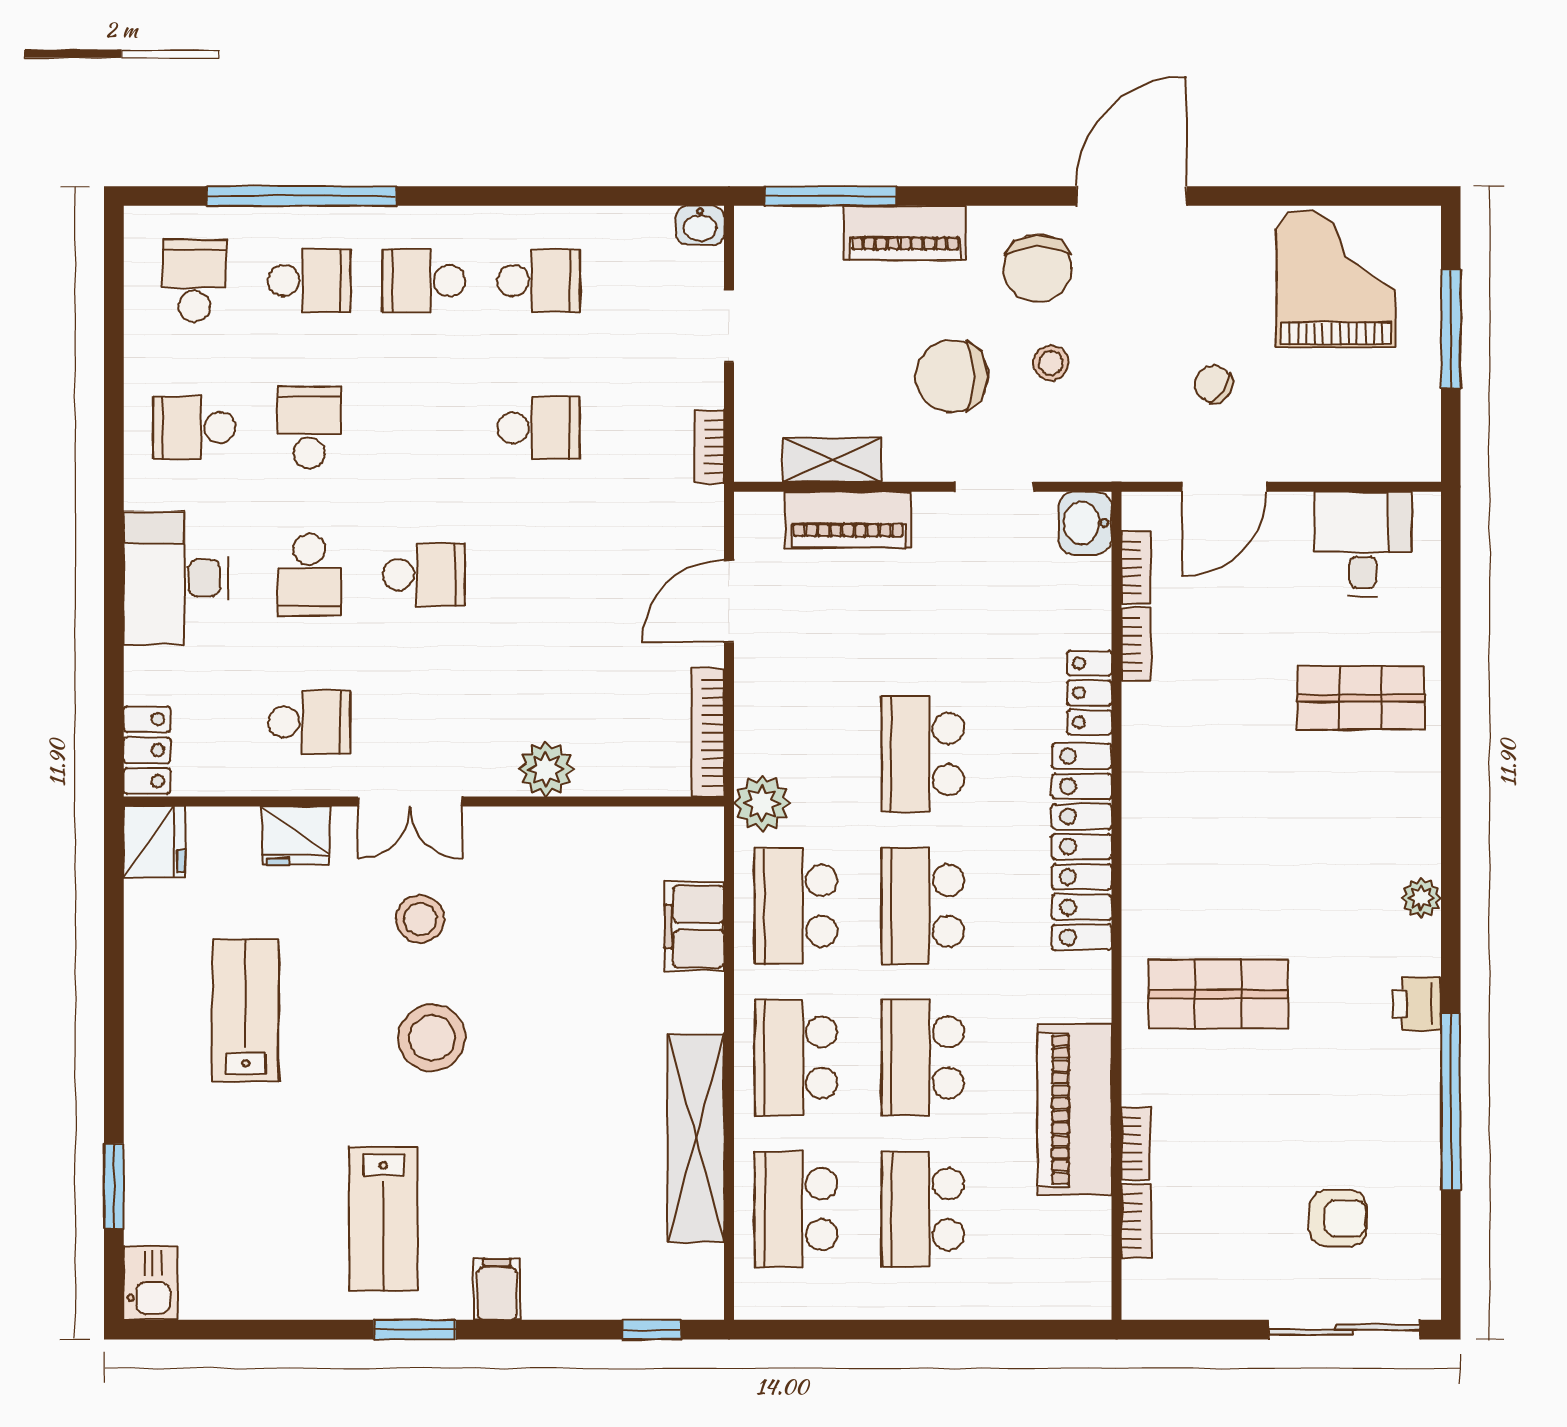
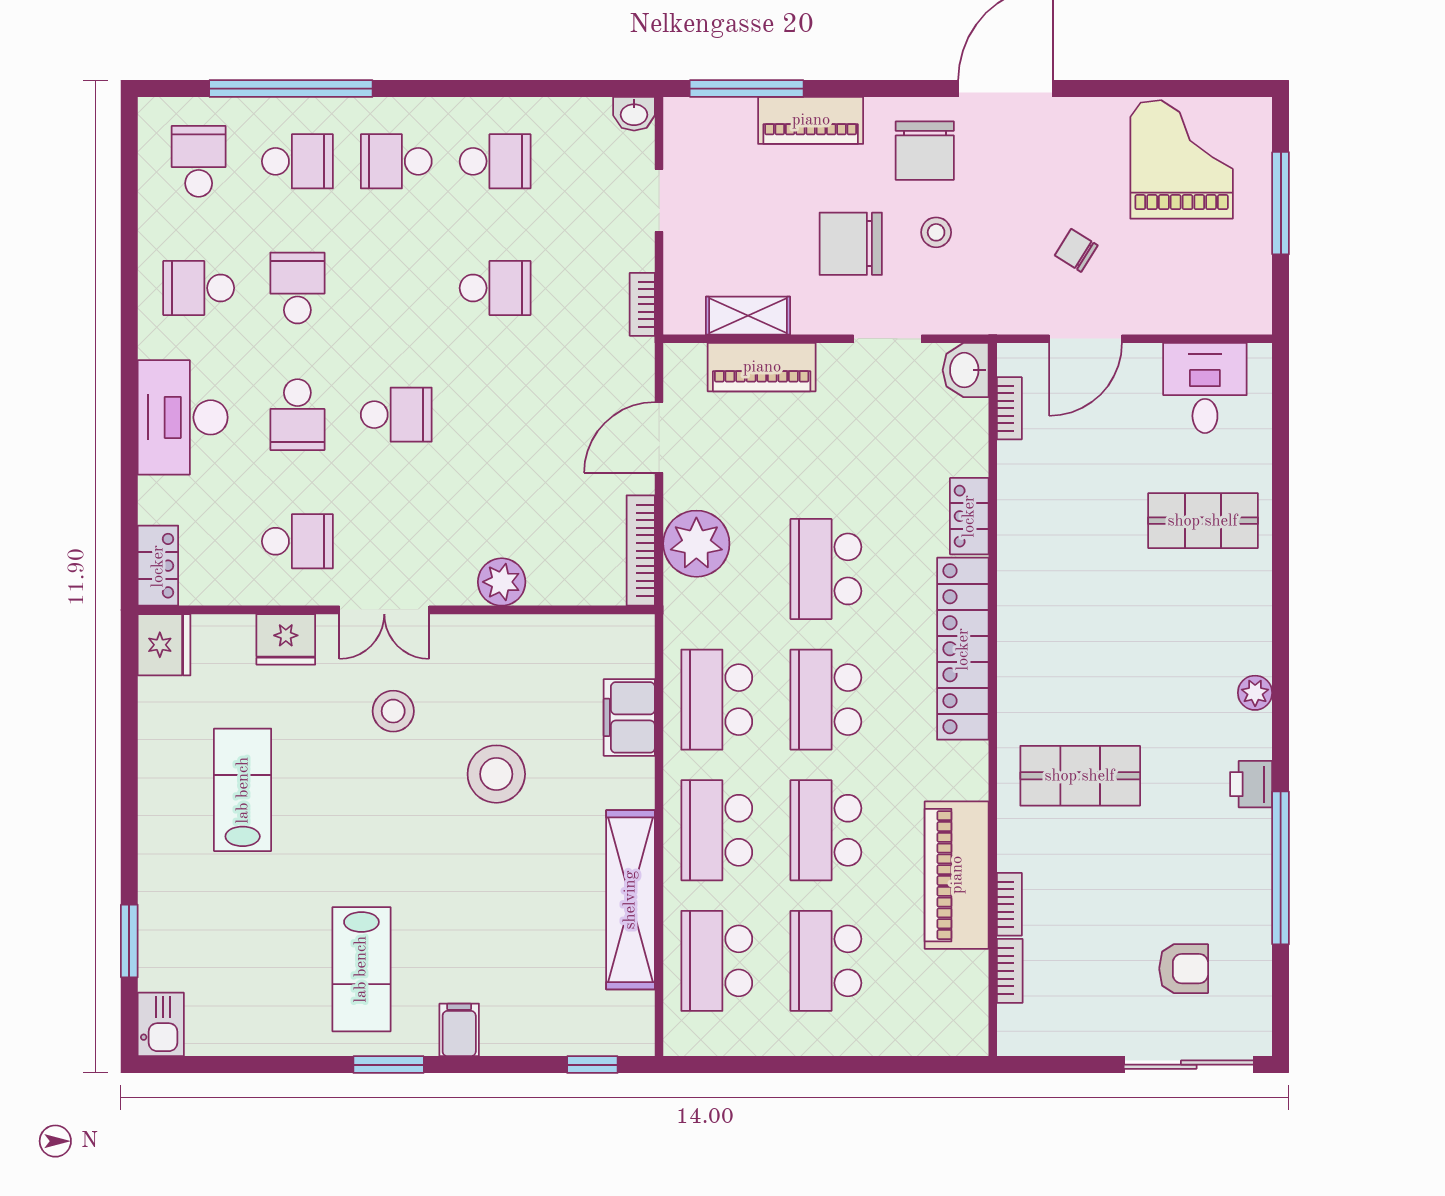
bookcase: (1136, 644) -> (1010, 474), removed
plant: (762, 803) -> (696, 544), moved, width x1.36, depth x1.36
stool: (432, 1038) -> (496, 774), moved

